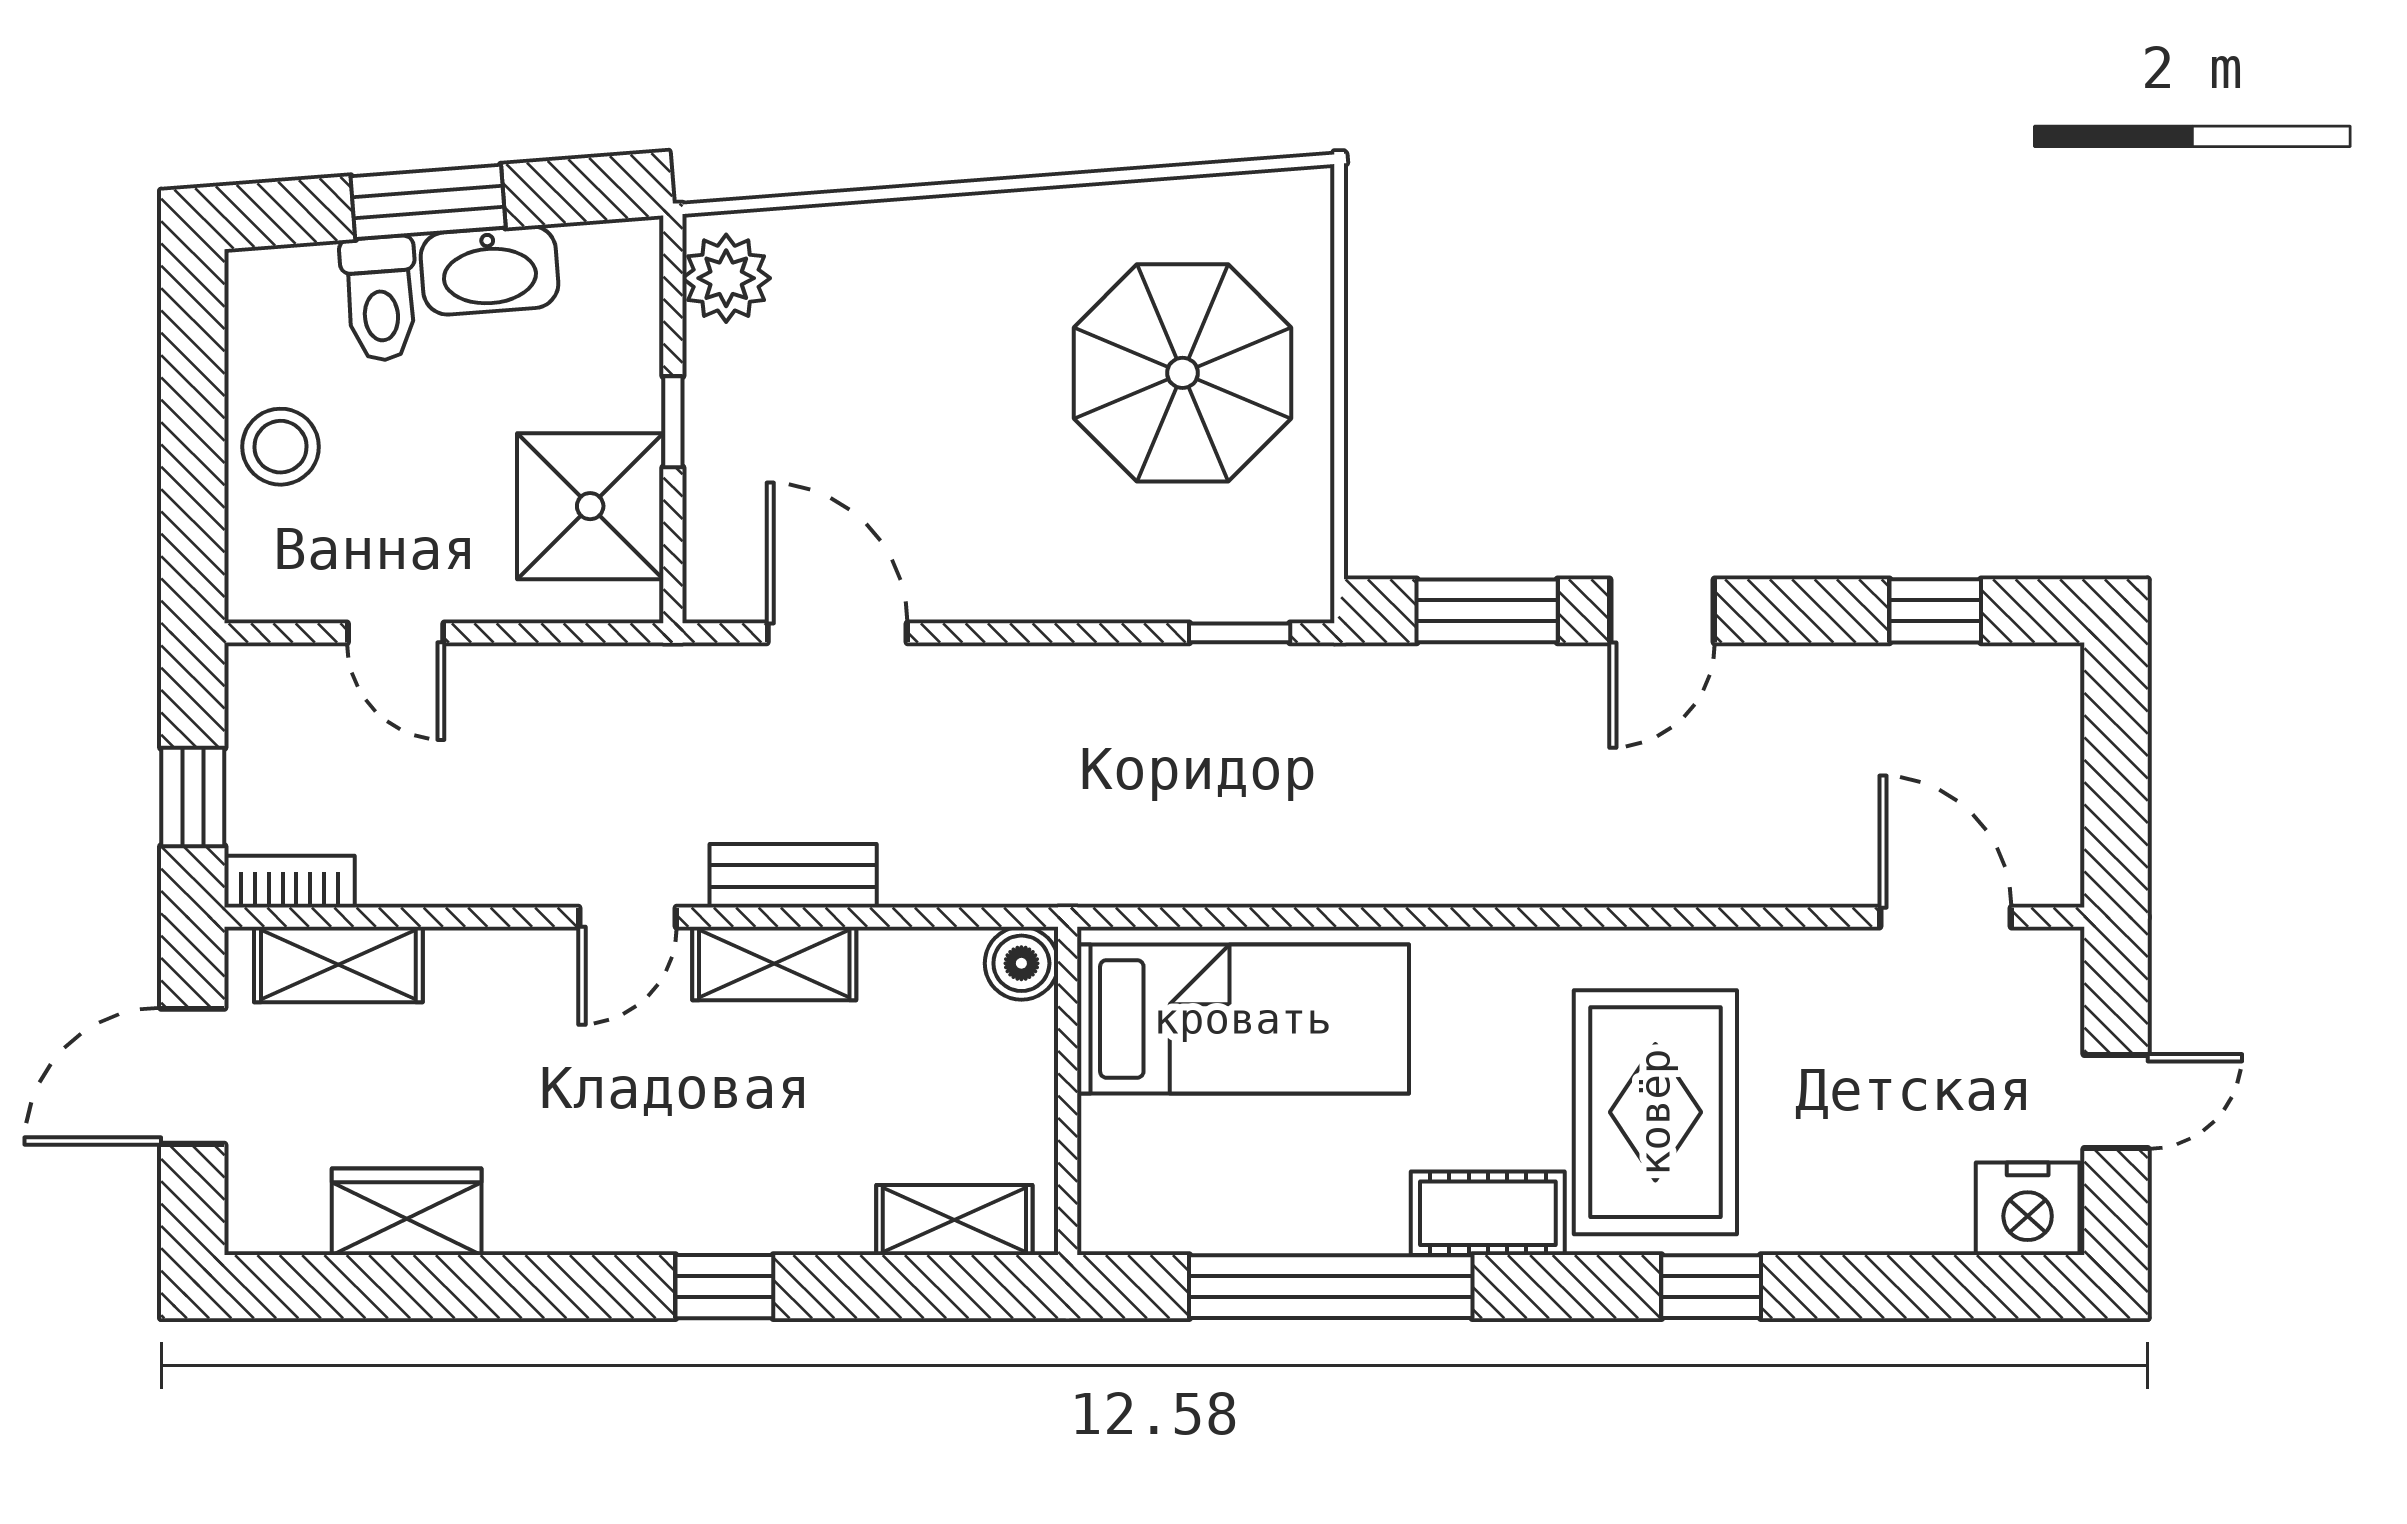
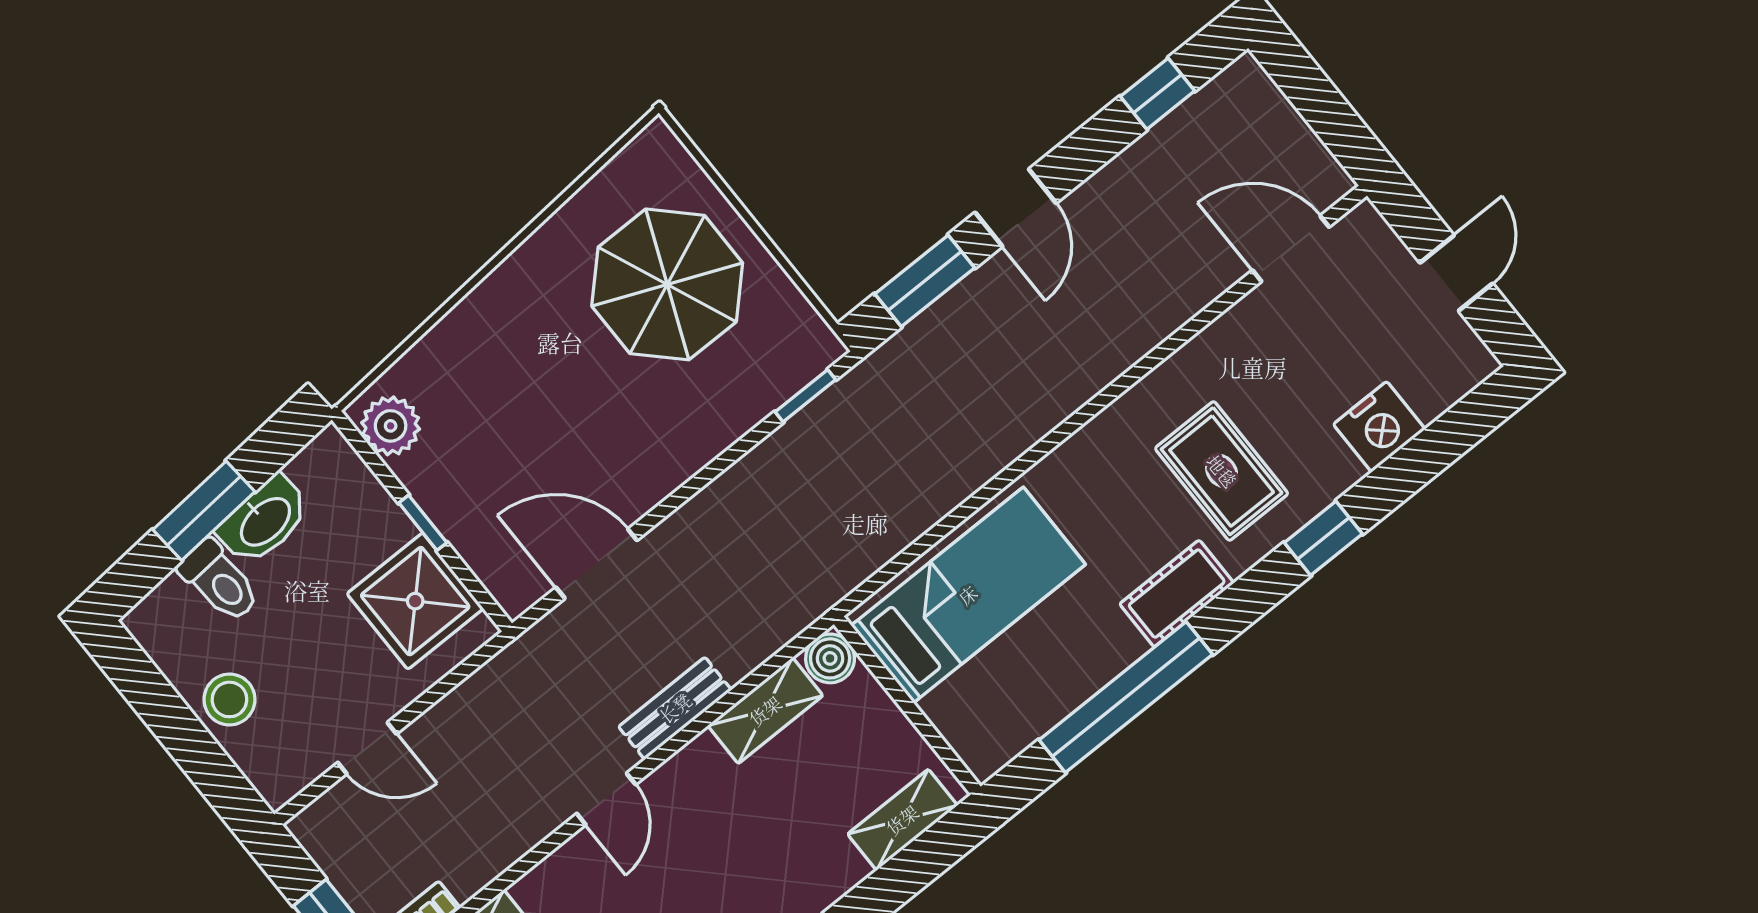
shelving: (774, 963) -> (765, 711), moved
rug: (1655, 1112) -> (1222, 471), width x0.73, depth x0.70
nightstand: (2028, 1209) -> (1379, 427), moved

